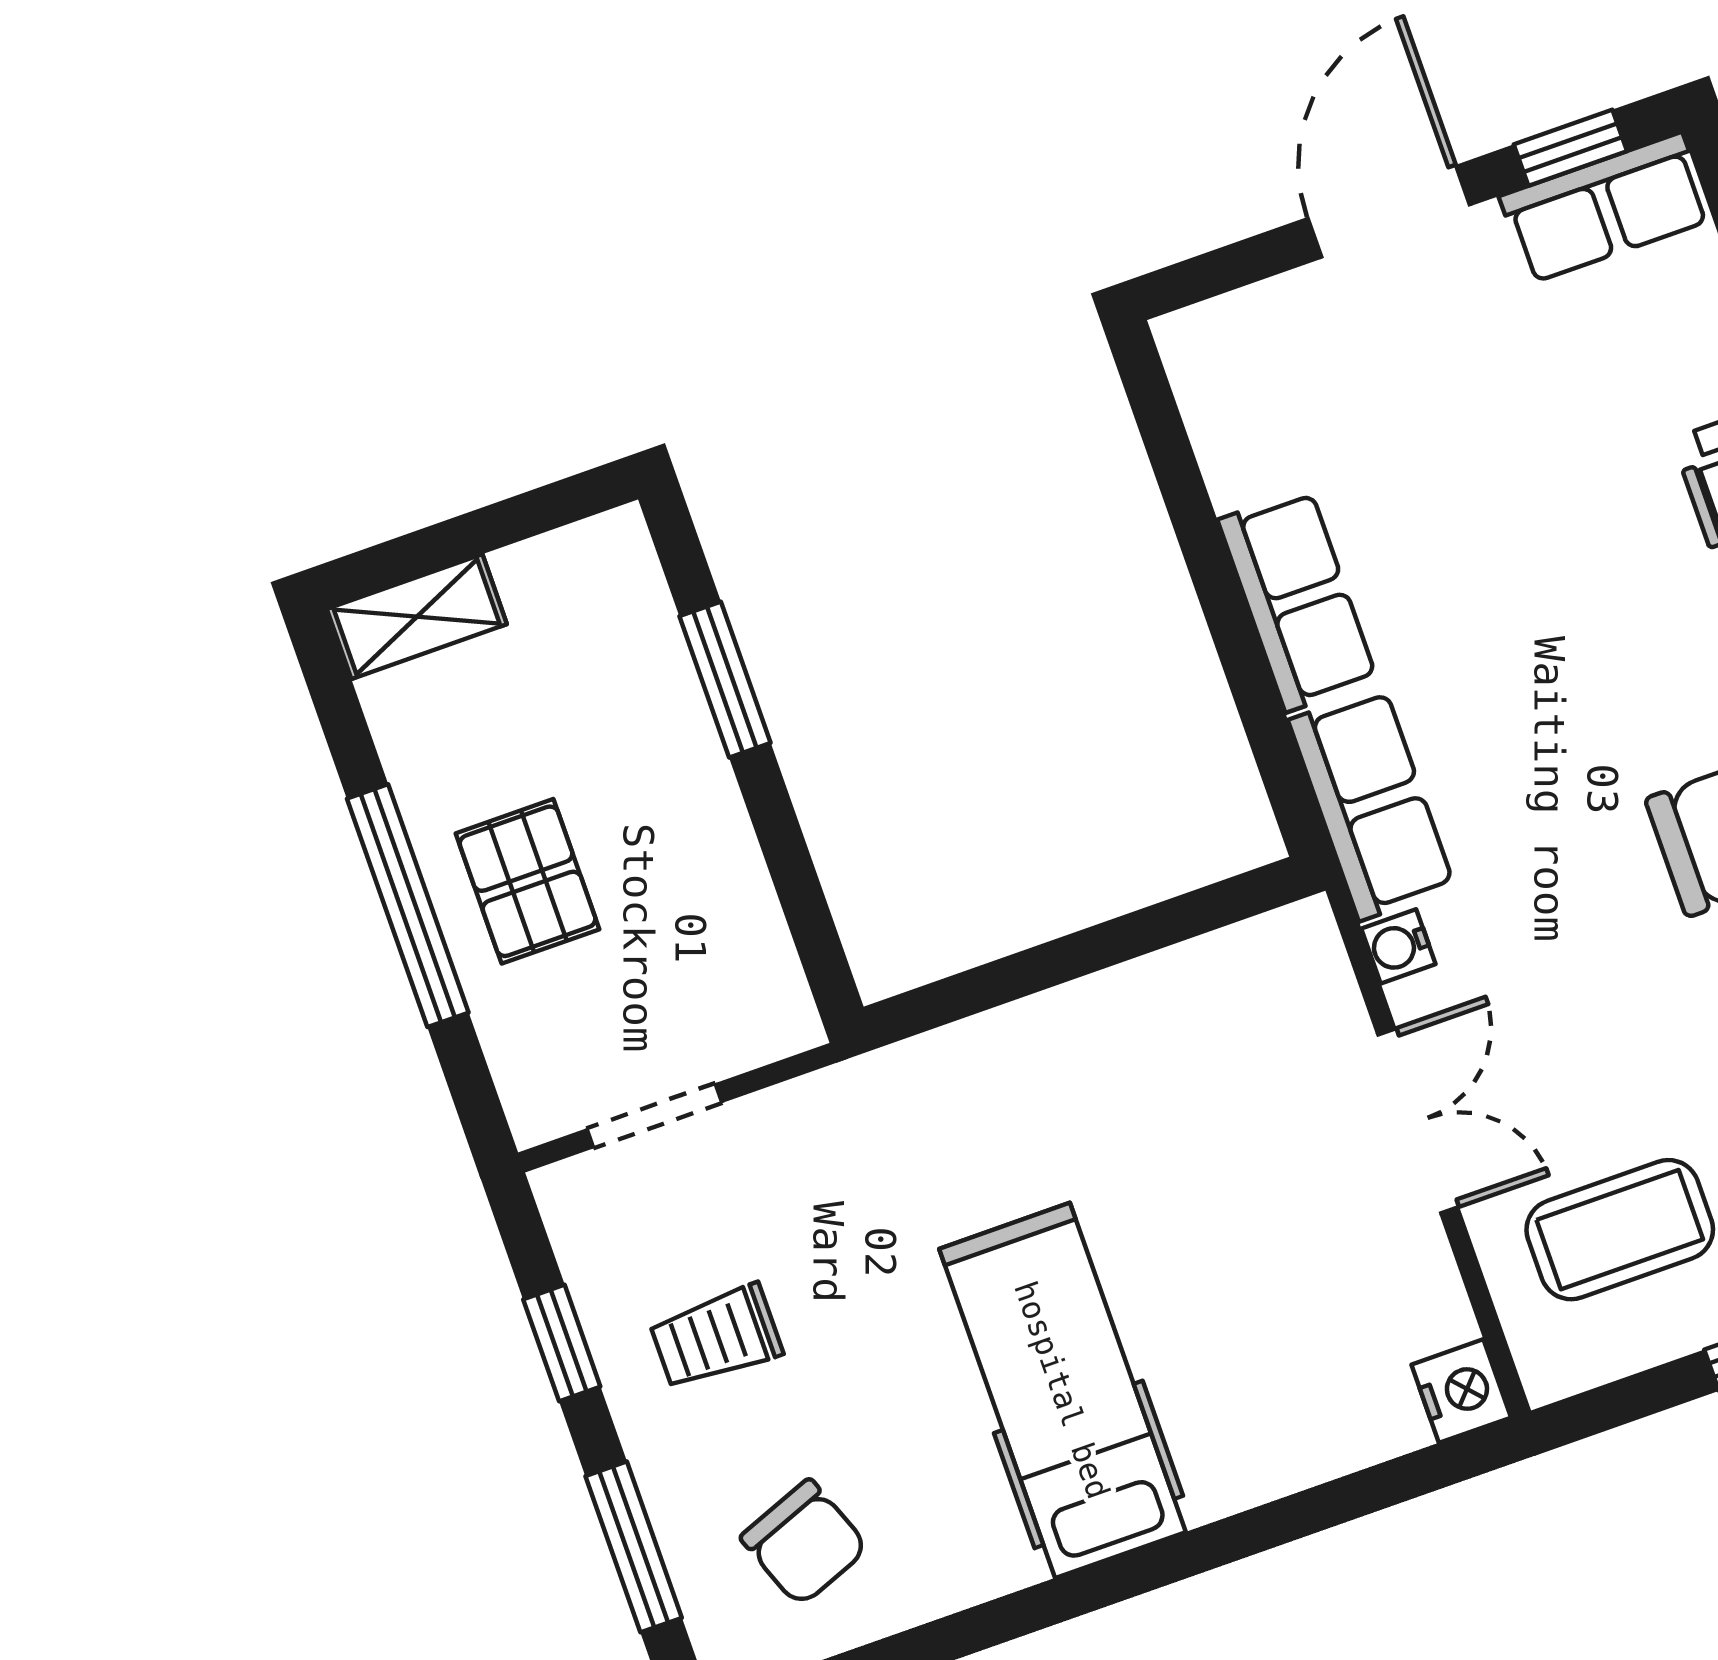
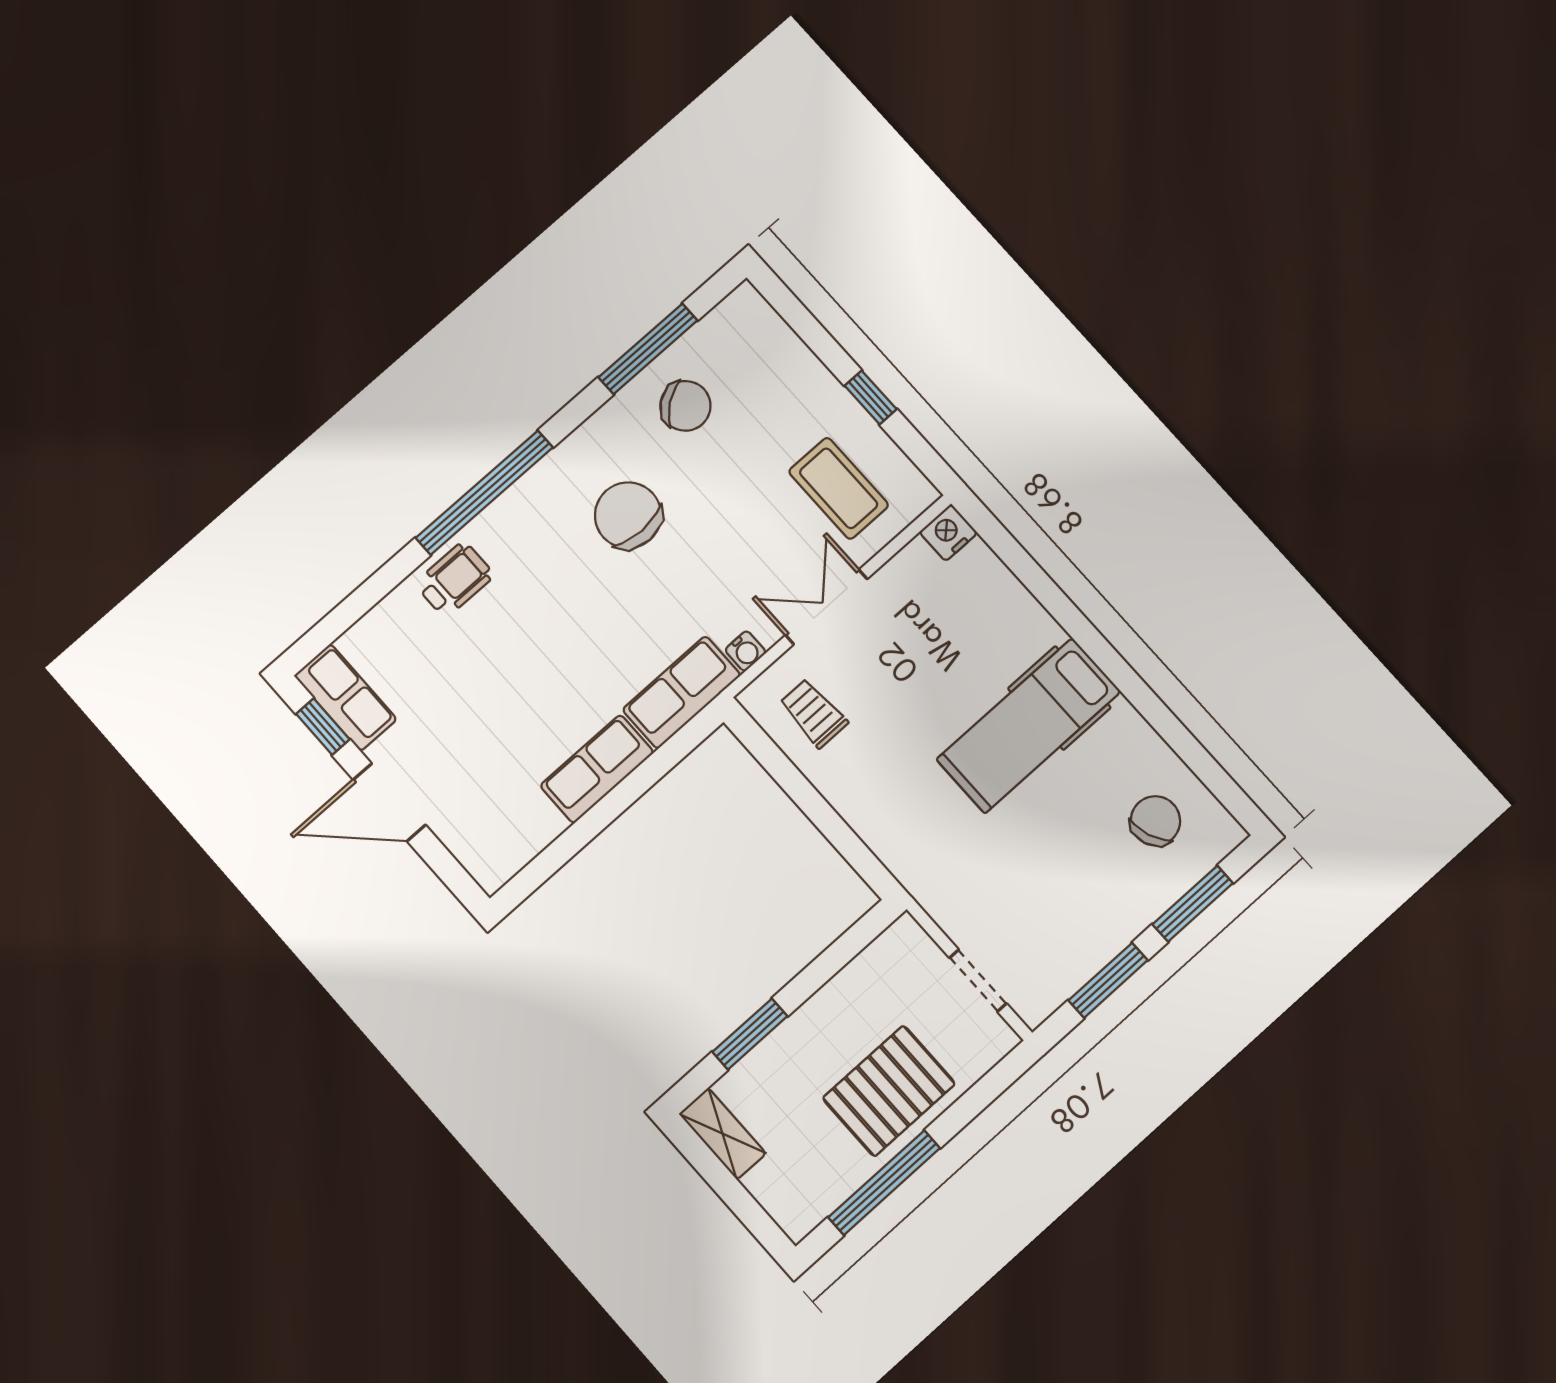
shelving: (417, 617) -> (723, 1134), moved
pallet: (528, 881) -> (889, 1091), width x1.50, depth x1.42
window: (408, 906) -> (884, 1183), moved
trolley: (716, 1337) -> (814, 713), moved, turned 180
window: (562, 1343) -> (1108, 980), width x1.50

